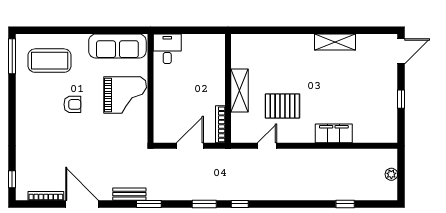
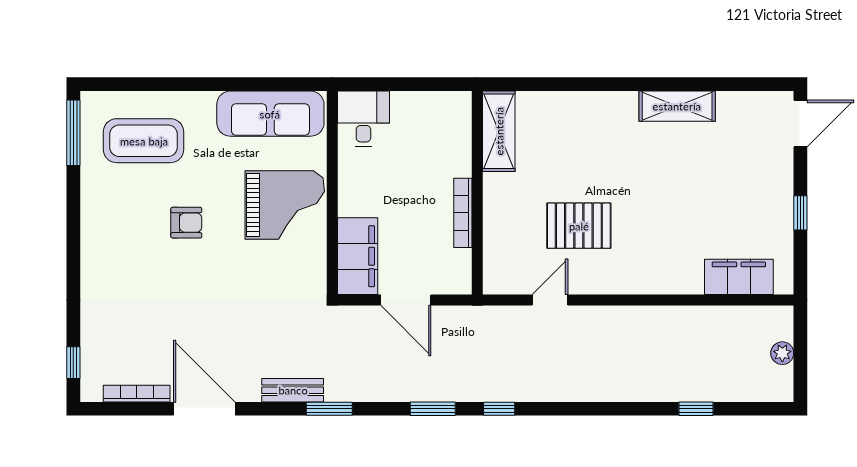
shelving: (240, 91) -> (499, 131), moved
filing cabinet: (164, 122) -> (358, 256), added
bookcase: (220, 124) -> (463, 213), moved
filing cabinet: (334, 133) -> (739, 277), moved
door: (190, 146) -> (406, 300), swing flipped

